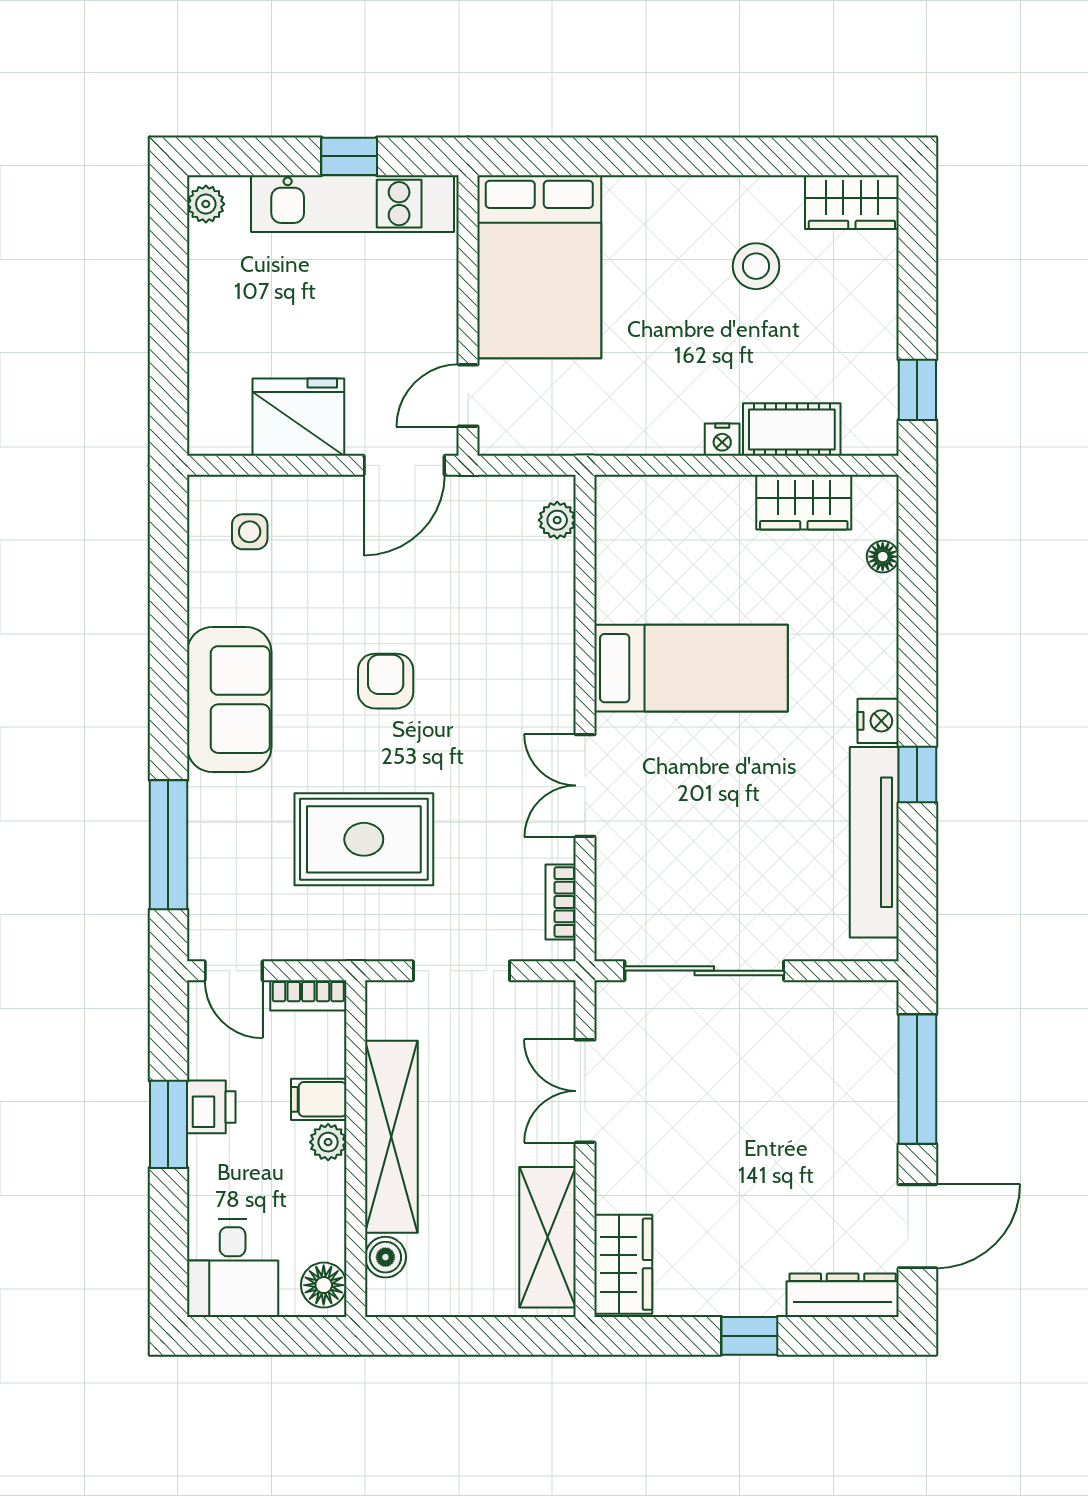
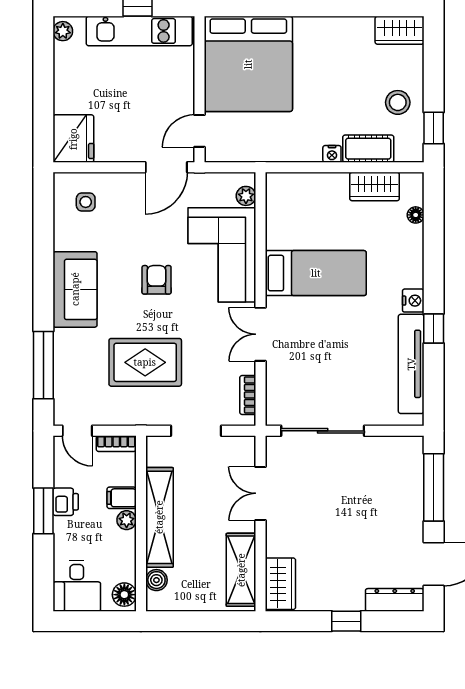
stool: (756, 266) -> (398, 102), moved
bed: (539, 267) -> (248, 64), width x1.36
fridge: (298, 417) -> (73, 139), moved, turned 90
corner sofa: (511, 633) -> (222, 255), added

